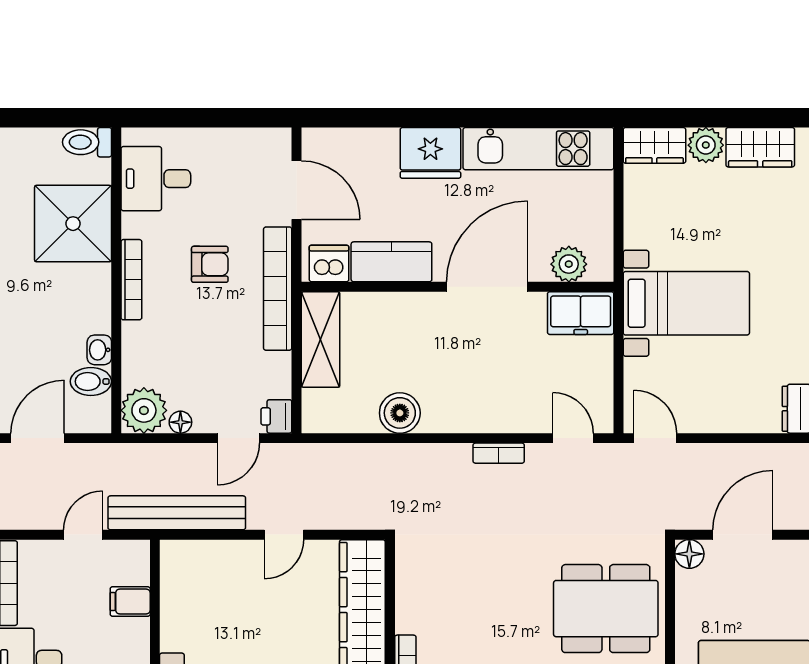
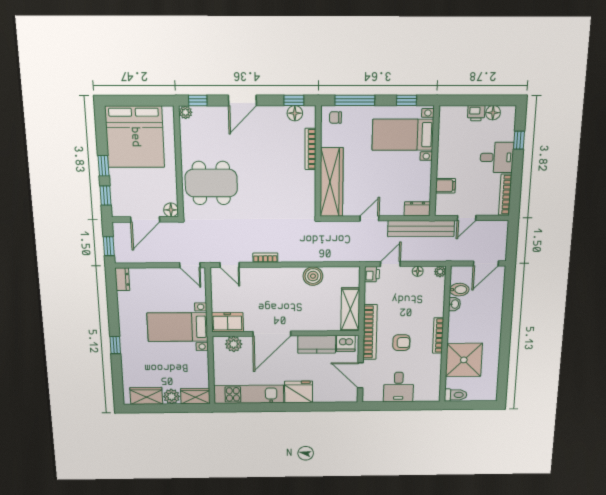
desk: (156, 179) -> (398, 387), moved, turned 90
armchair: (210, 264) -> (401, 343), turned 180
plant: (144, 410) -> (440, 272), width x0.53, depth x0.53
dresser: (186, 554) -> (417, 209), added

